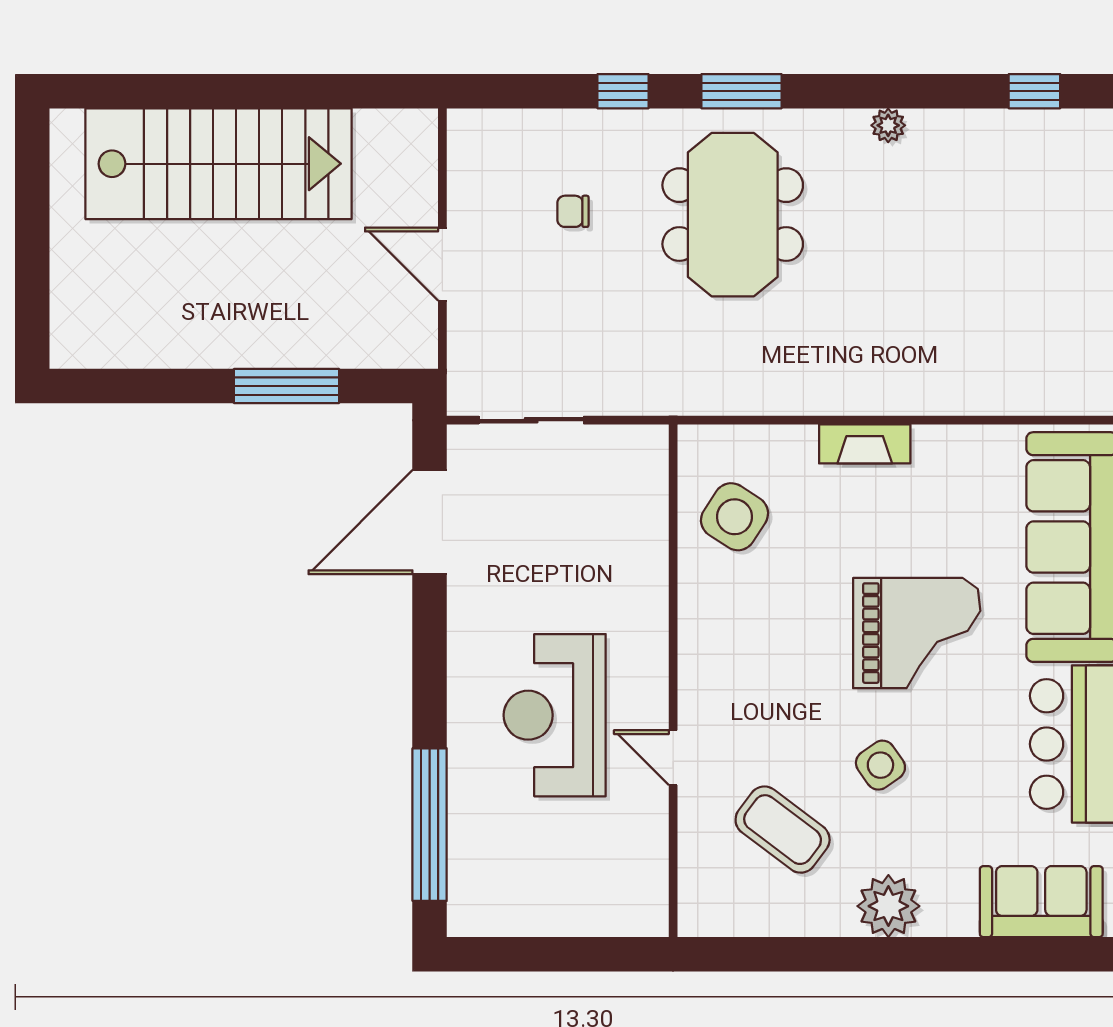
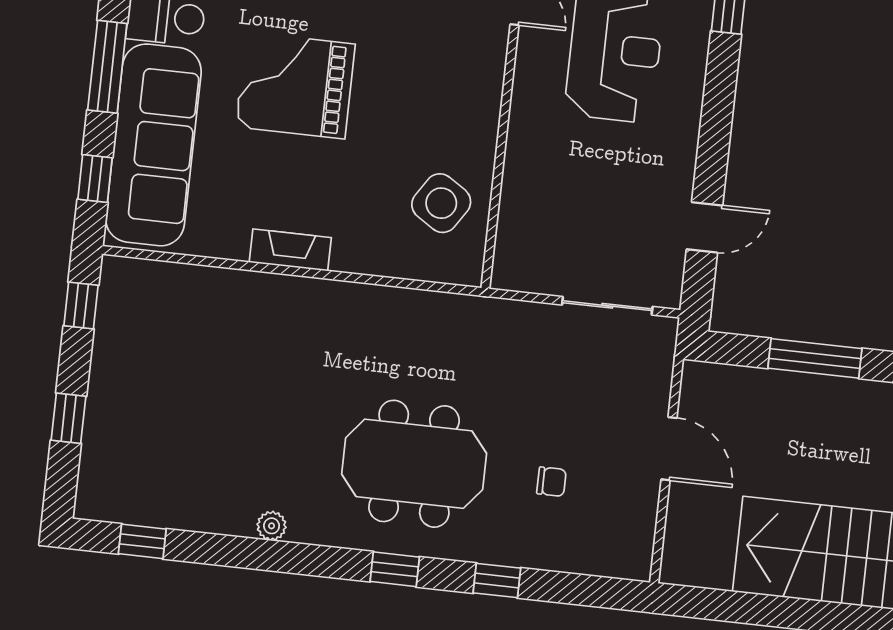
window: (741, 91) -> (395, 569), width x0.67
meeting table: (733, 215) -> (414, 464), turned 90
fireplace: (865, 444) -> (290, 250), moved
door: (430, 522) -> (705, 227), width x0.53

